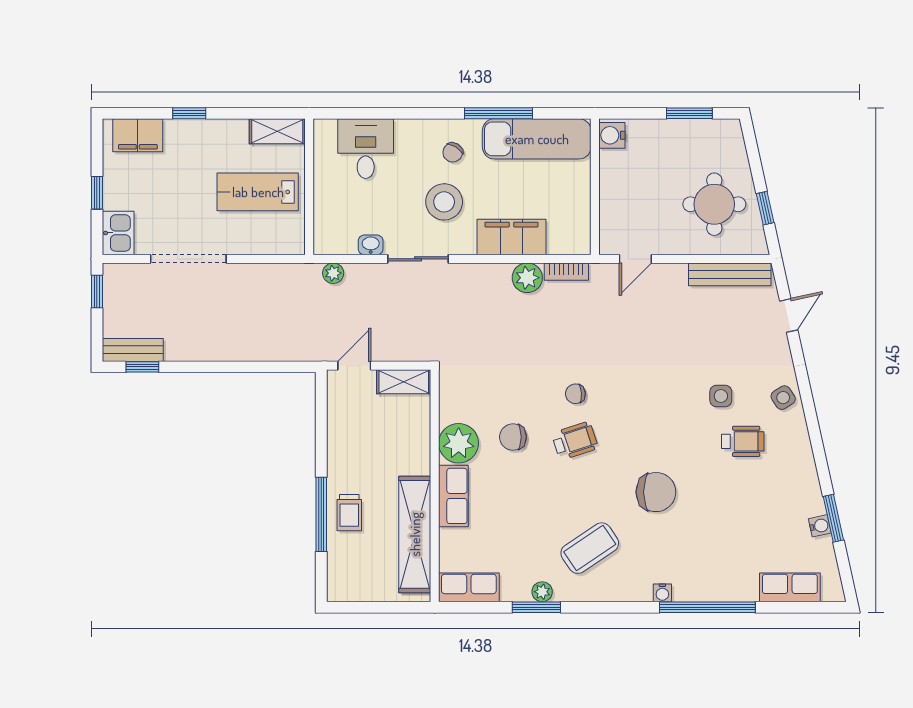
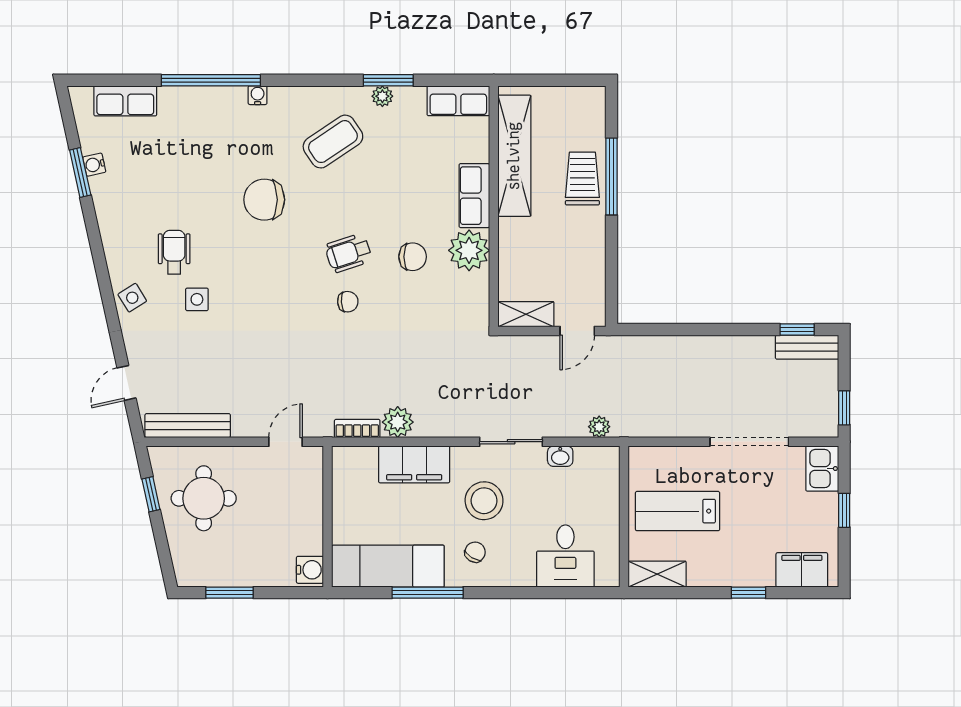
lab bench: (258, 192) -> (678, 511), turned 180
wheelchair: (743, 441) -> (174, 252), turned 90
trolley: (349, 513) -> (582, 178), width x1.36, depth x1.39

